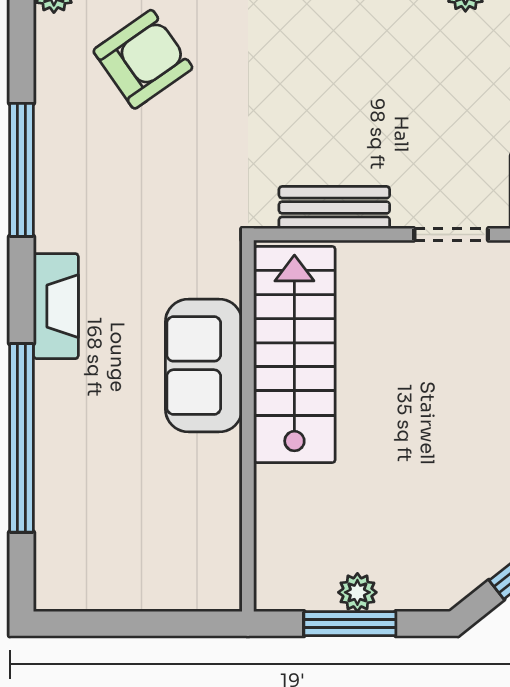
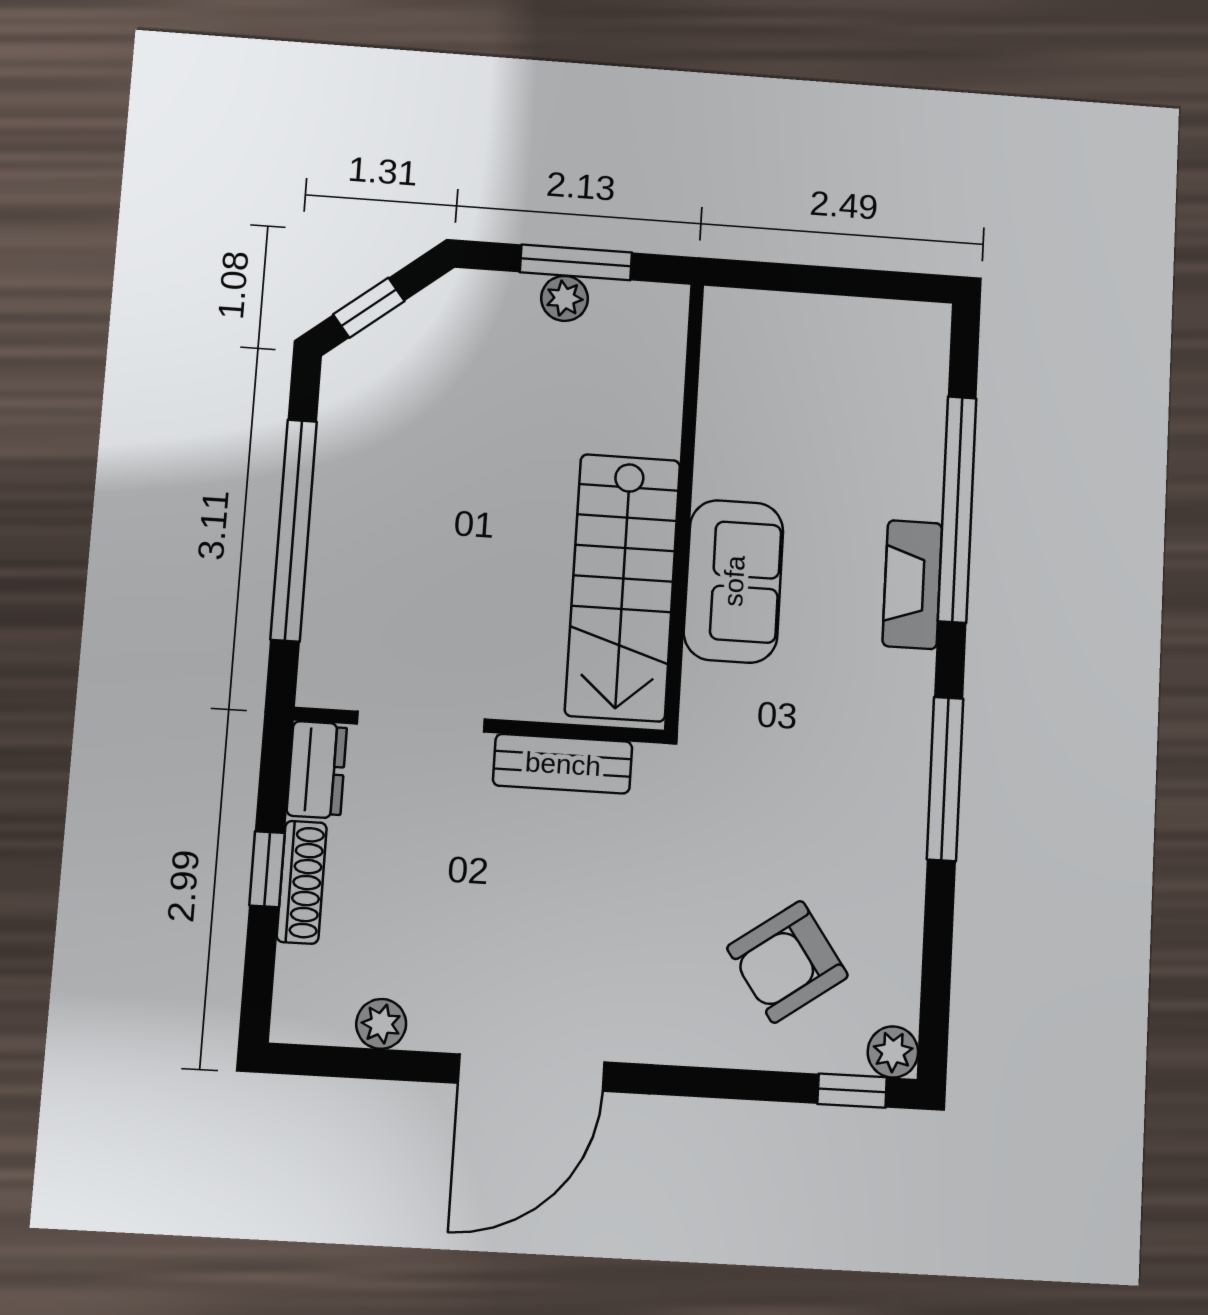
window: (21, 170) -> (945, 779), moved
doorway: (451, 234) -> (421, 722), width x1.38
fireplace: (56, 306) -> (912, 585), moved

